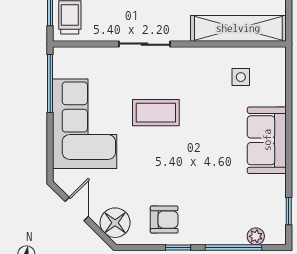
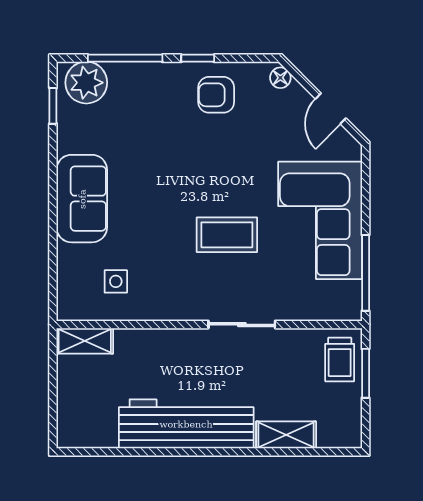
shelving: (238, 28) -> (85, 341), width x0.45, depth x0.75
floor lamp: (115, 223) -> (280, 78), width x0.53, depth x0.53
plant: (256, 236) -> (86, 83), width x1.88, depth x1.88

